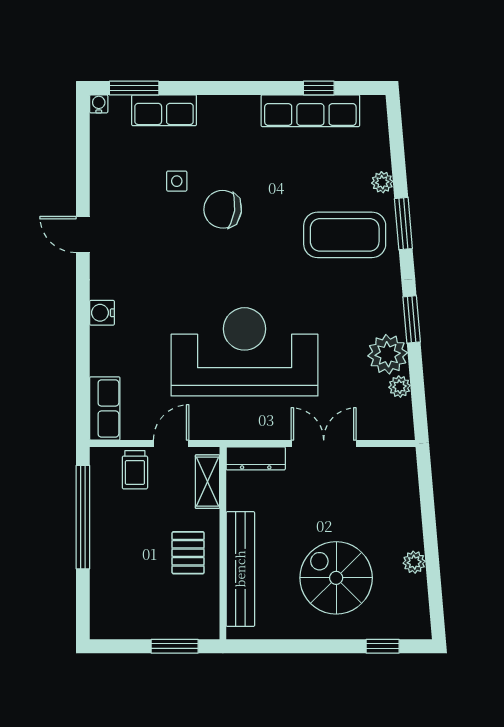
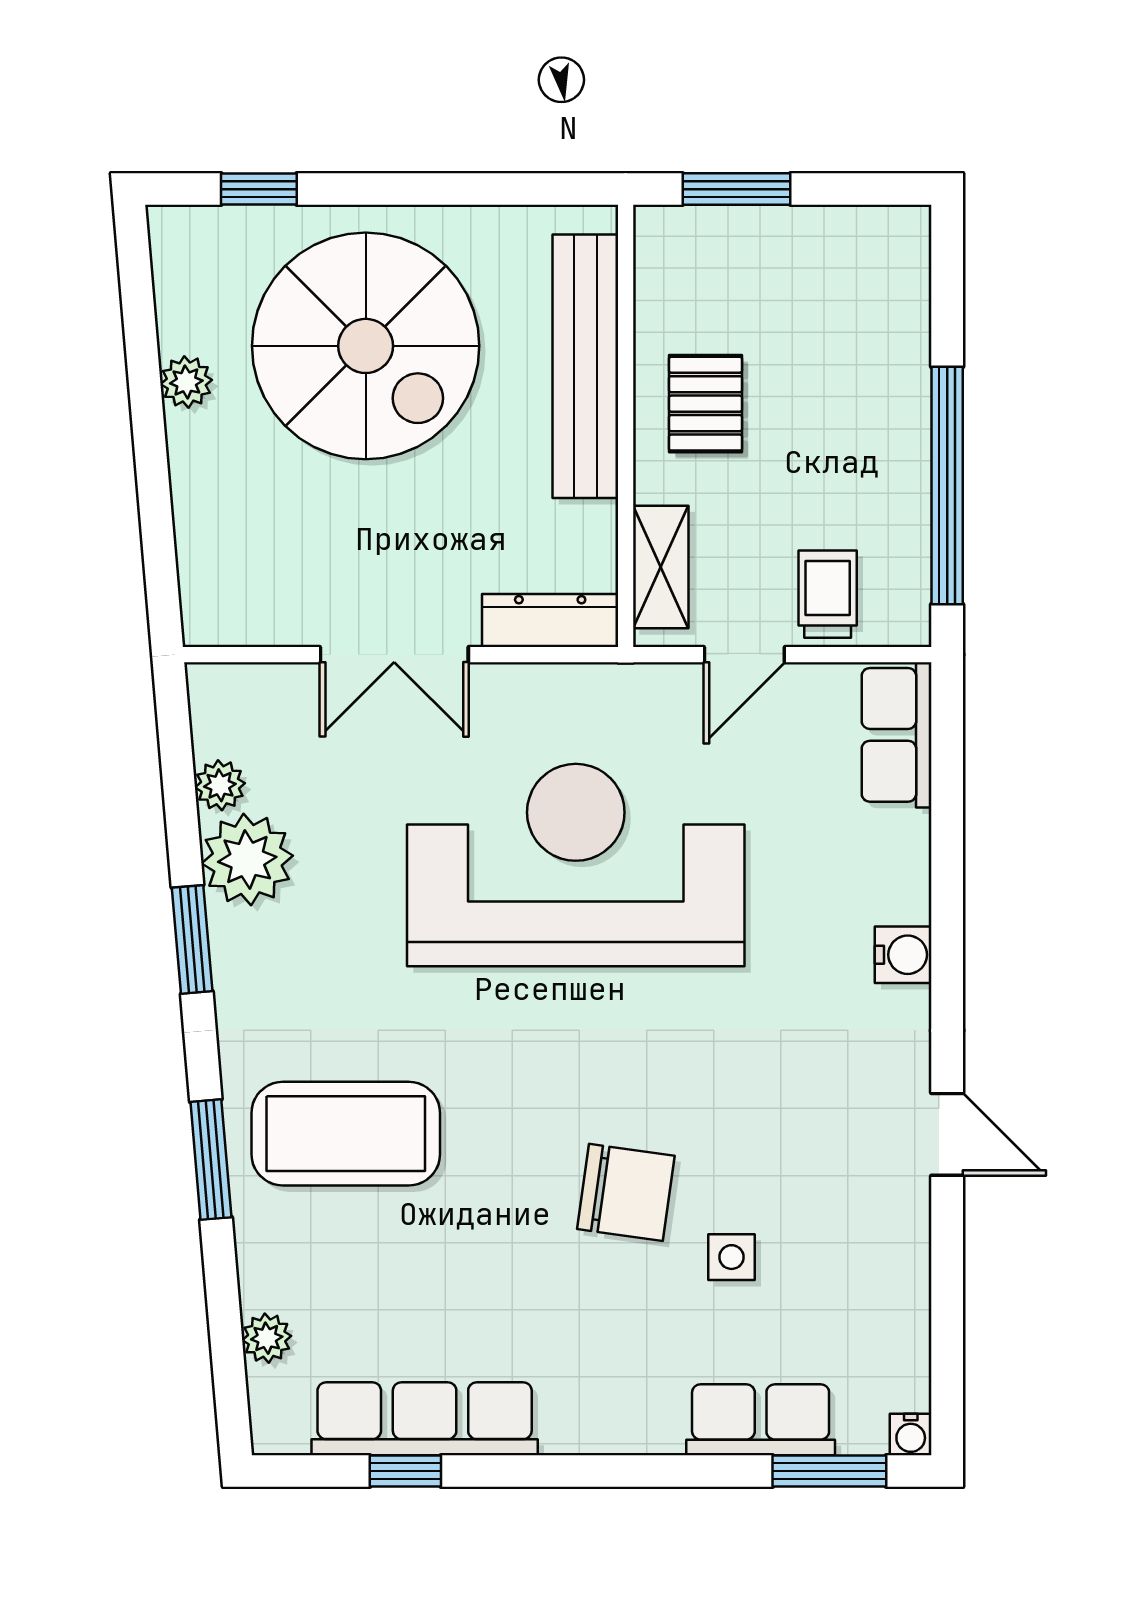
plant: (382, 182) -> (267, 1338), moved
reception desk: (245, 352) -> (576, 865), turned 180
spiral stairs: (336, 578) -> (366, 346), width x1.37, depth x1.37

